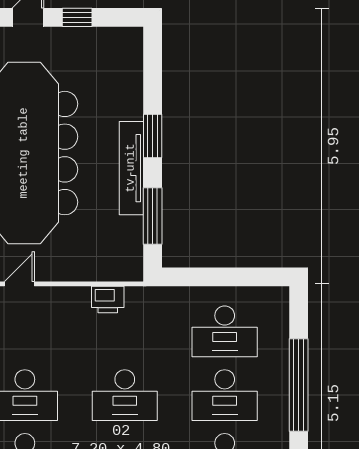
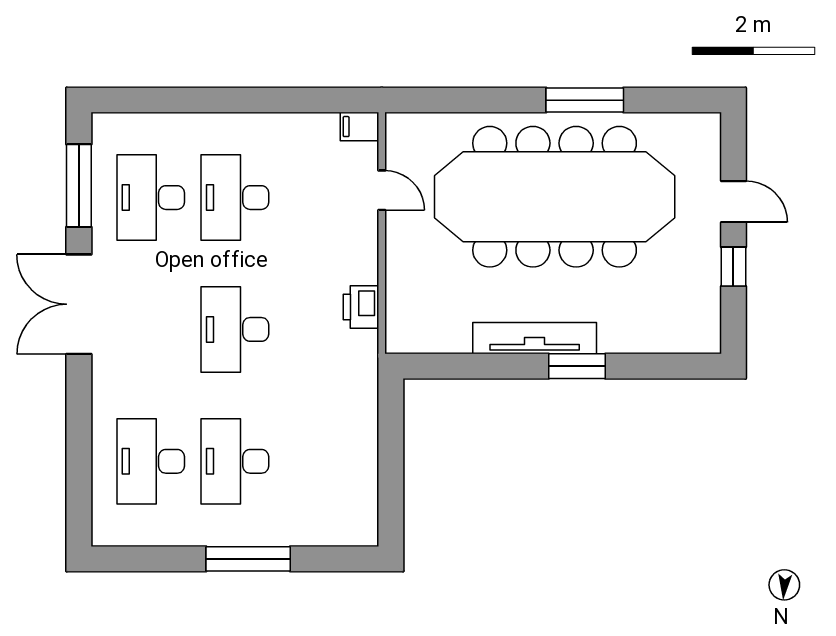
window: (153, 216) -> (471, 366), removed
desk: (225, 331) -> (319, 461), removed
window: (299, 385) -> (248, 559), width x0.68

